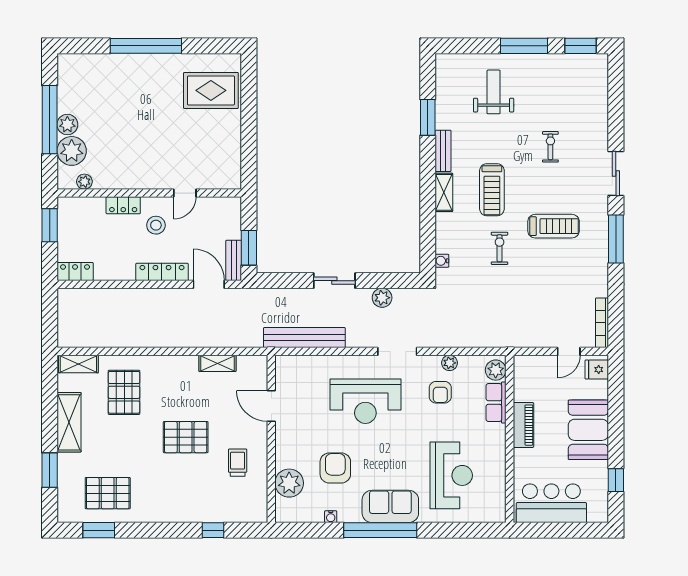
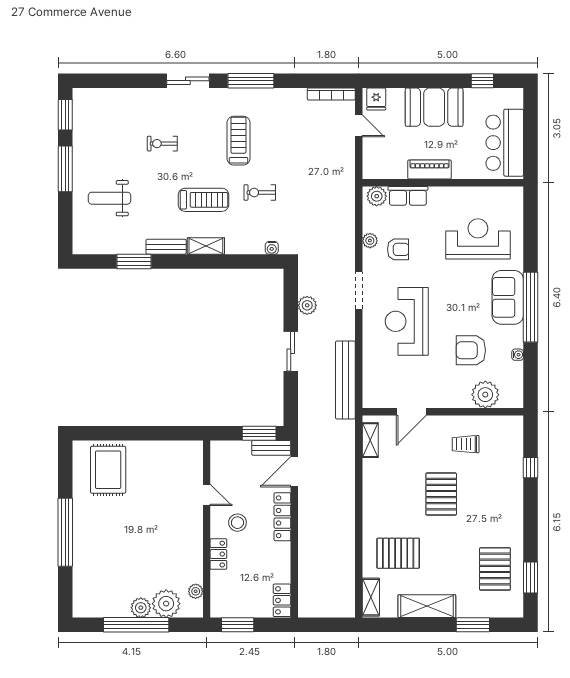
shelving: (217, 363) -> (370, 440), moved
reception desk: (365, 401) -> (407, 321), turned 180

